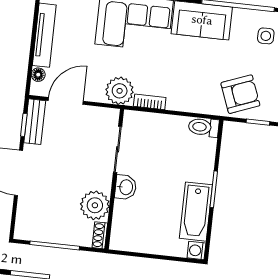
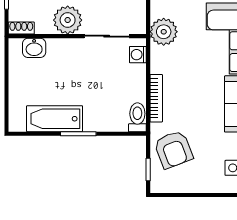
bookcase: (150, 102) -> (156, 98), moved, width x1.56
washbasin: (126, 187) -> (34, 48), moved
plant: (95, 205) -> (68, 20), moved
washing machine: (196, 250) -> (138, 55), moved, turned -90

